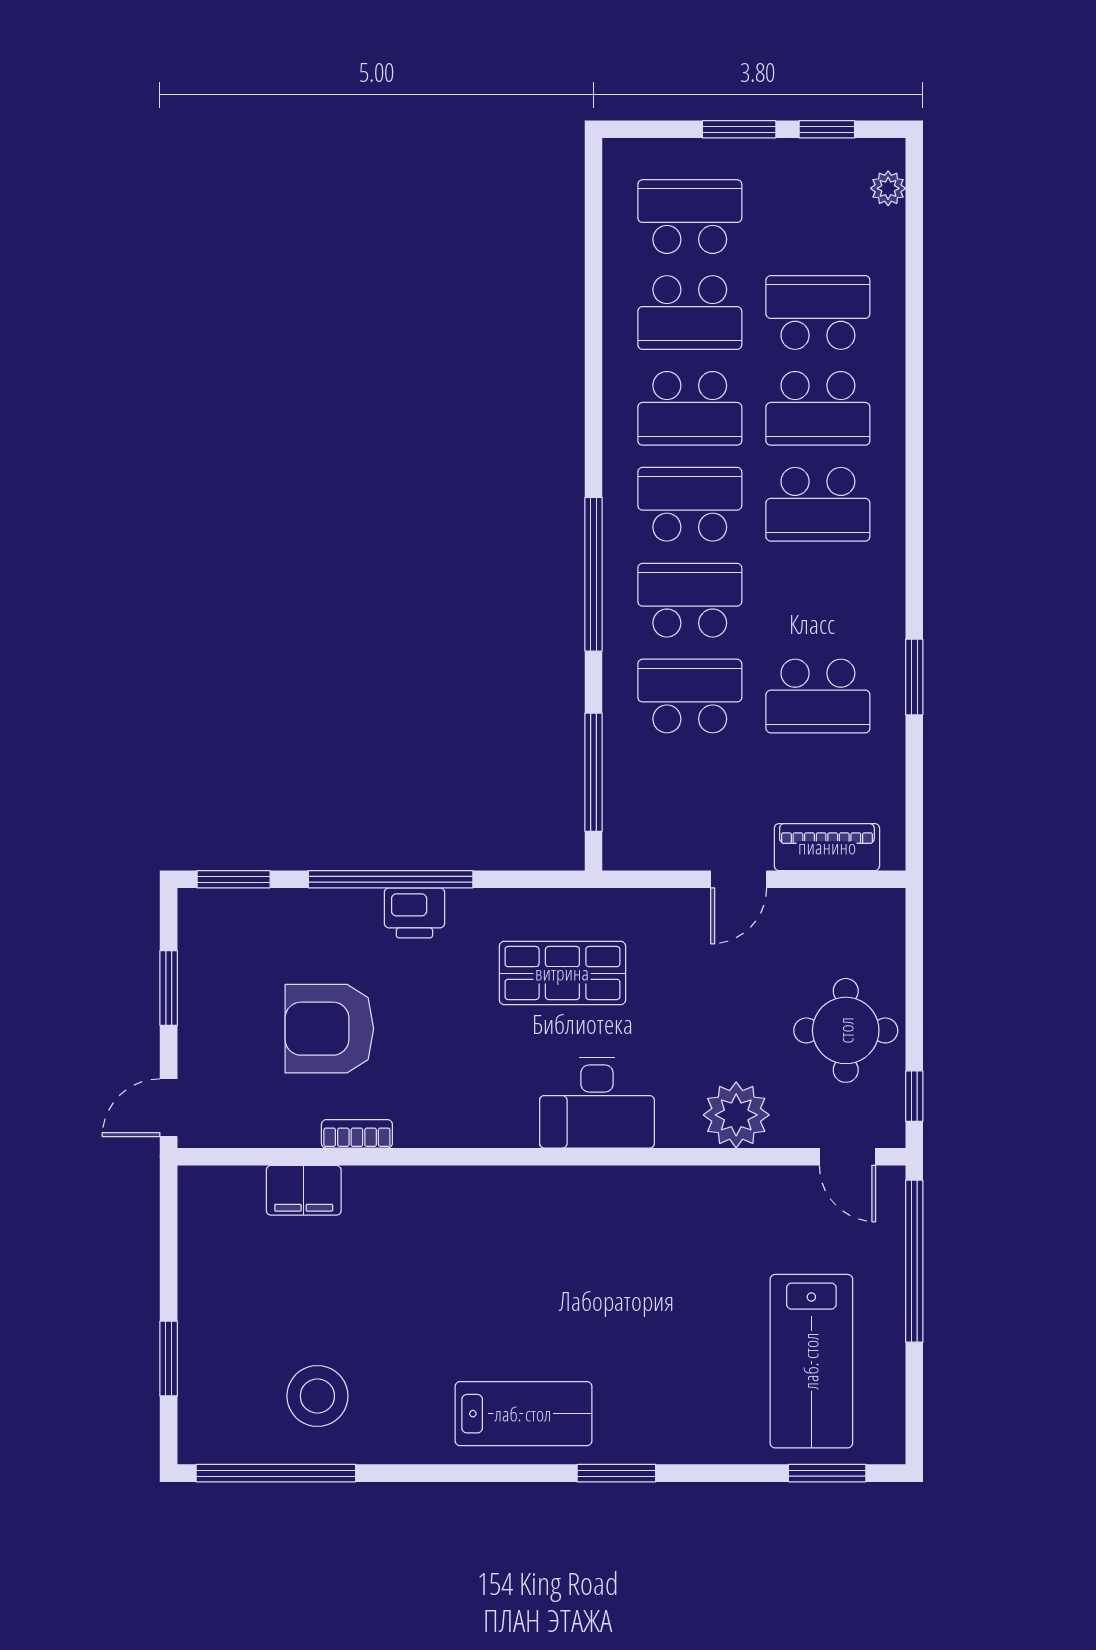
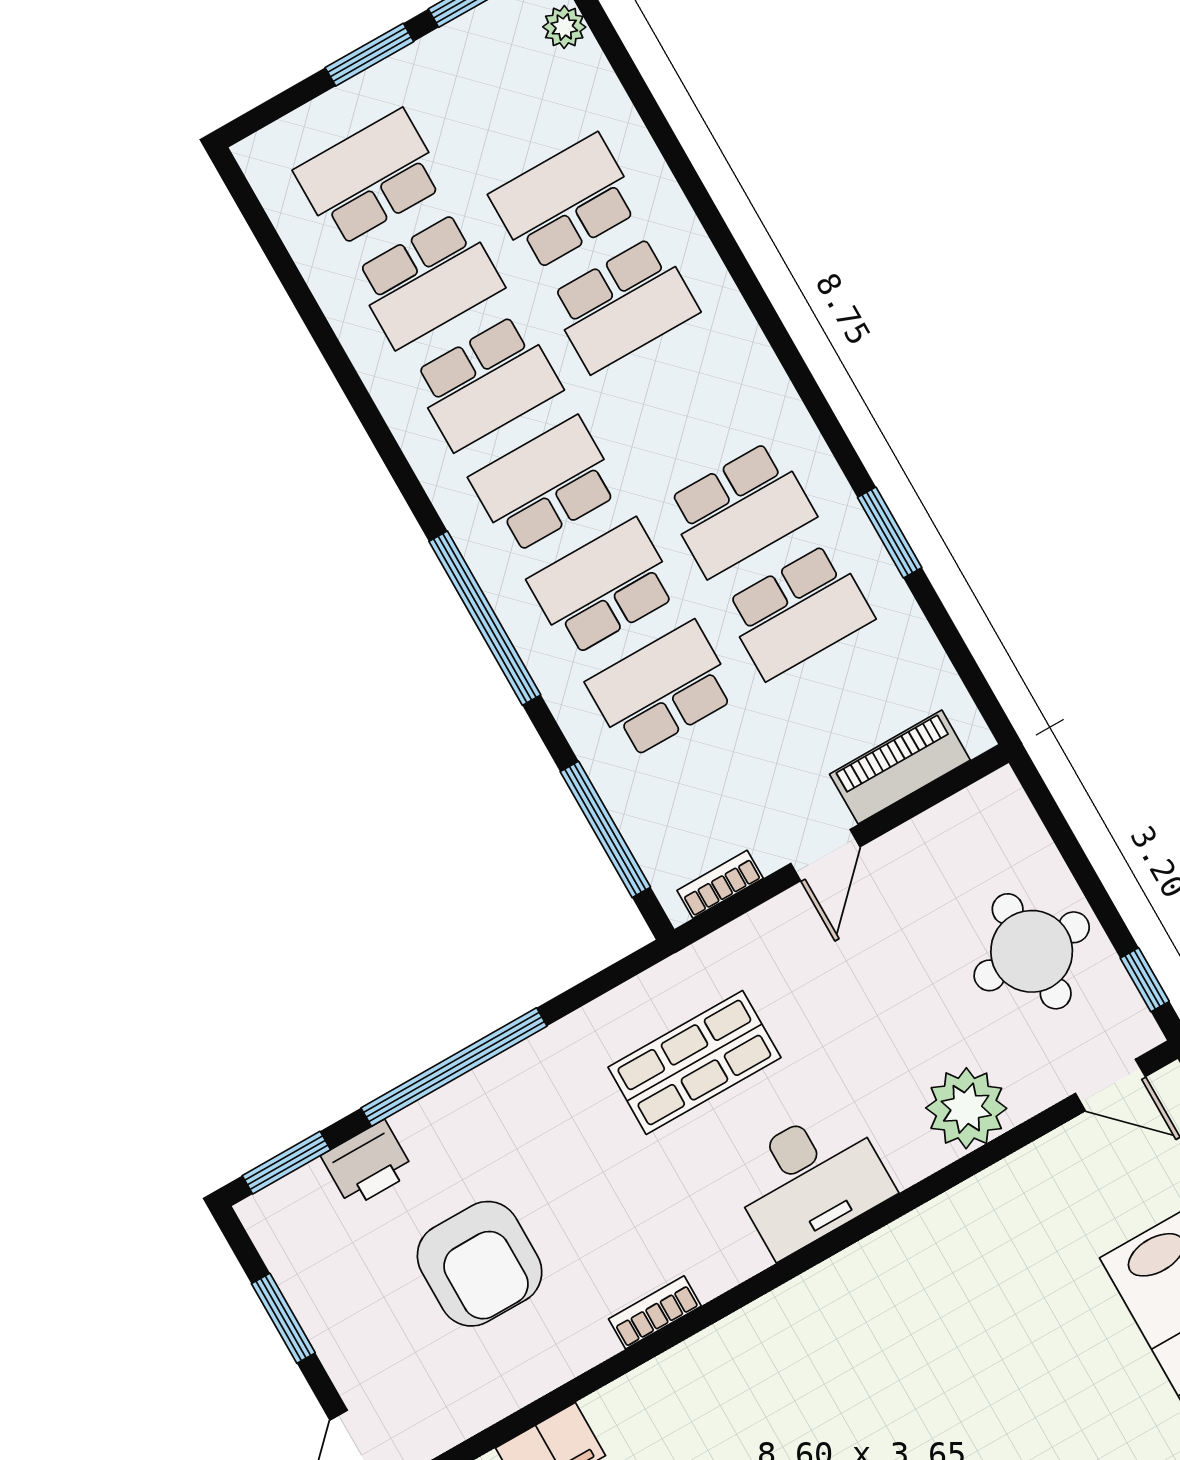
school desk: (818, 504) -> (740, 509), moved
bookcase: (652, 857) -> (720, 884), added
printer: (414, 913) -> (368, 1164), moved
armchair: (329, 1029) -> (480, 1264), turned -90
bookcase: (357, 1134) -> (655, 1312), moved

